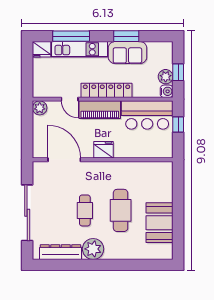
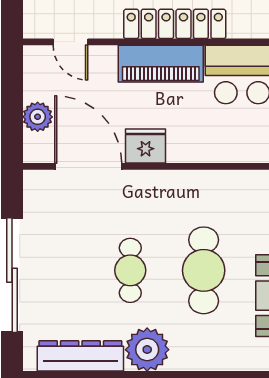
door: (70, 99) -> (70, 42), moved
plant: (40, 108) -> (38, 117), moved
fridge: (104, 150) -> (146, 146), moved

